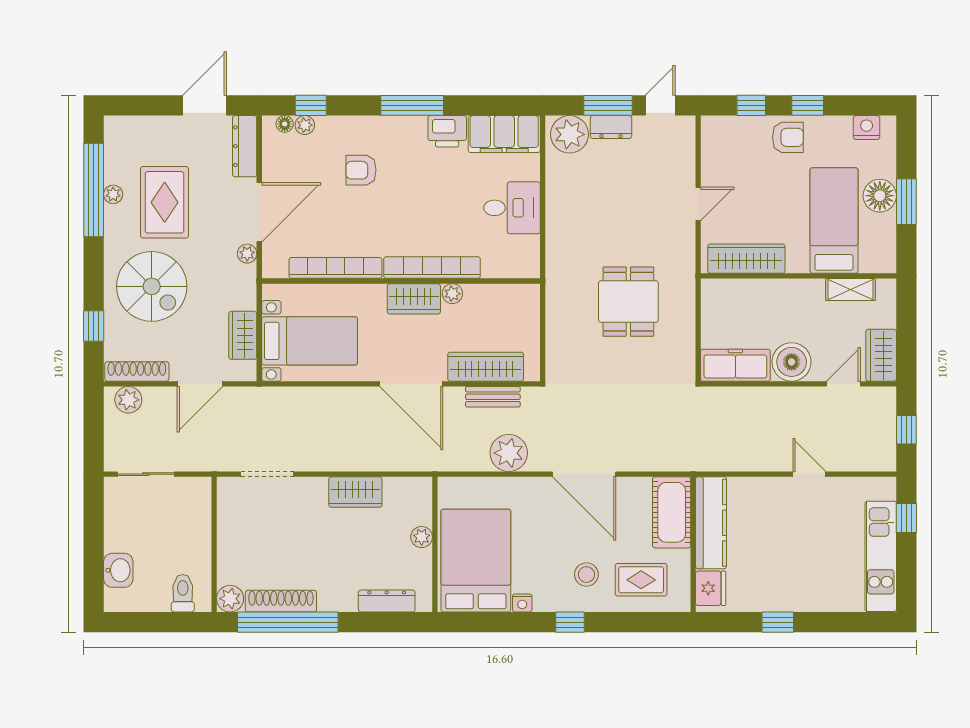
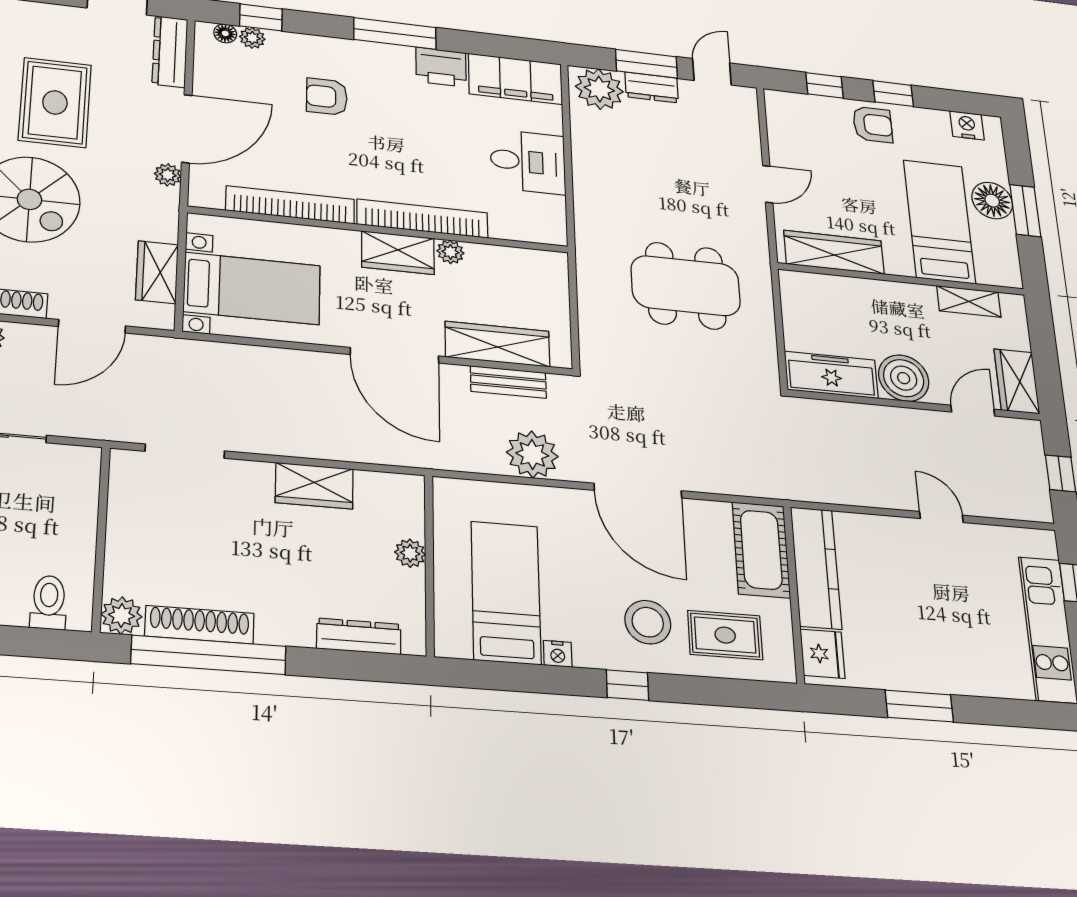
dining table: (628, 302) -> (686, 286), width x1.38
bed: (476, 561) -> (506, 592), width x0.67
stool: (586, 575) -> (648, 622), width x1.38, depth x1.38
window: (778, 622) -> (919, 706), width x1.50

